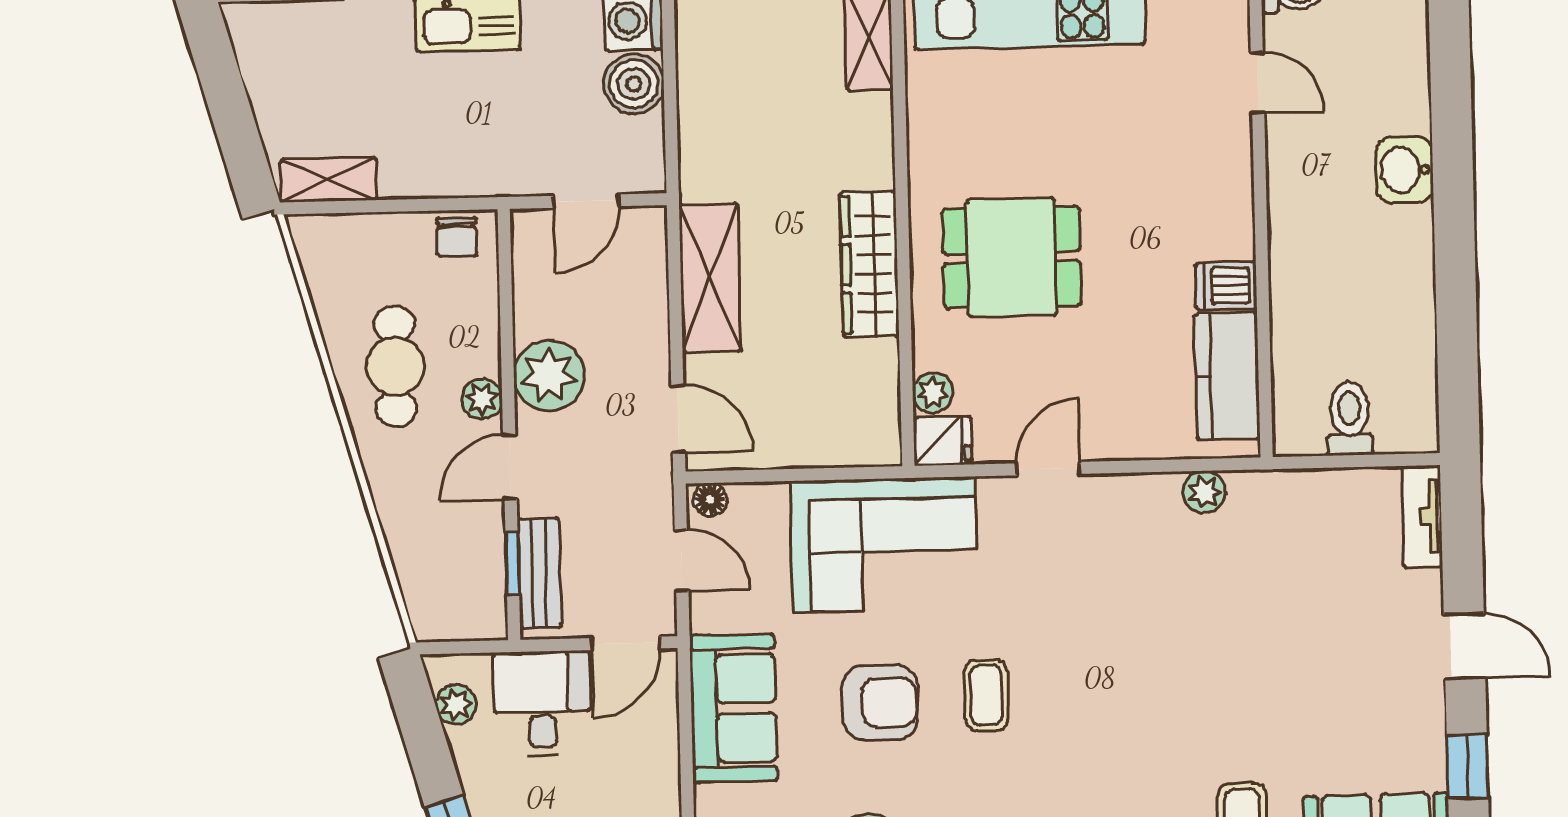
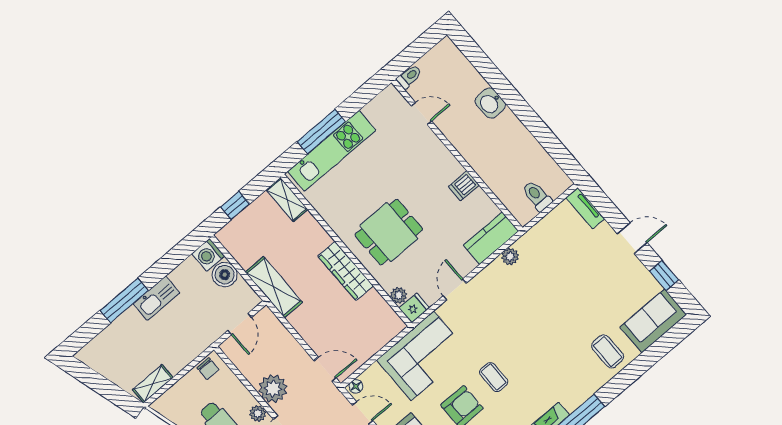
shelving: (710, 278) -> (274, 287), moved
kitchen counter: (1227, 376) -> (491, 238), moved, turned 90

